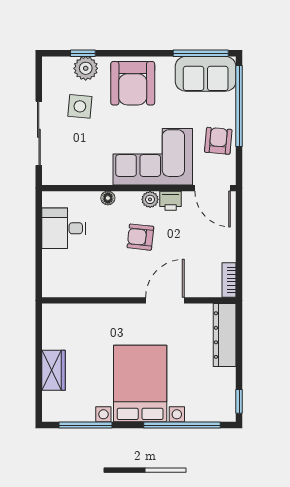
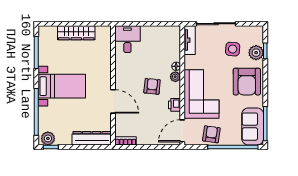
armchair: (133, 83) -> (247, 82), turned -90
armchair: (218, 141) -> (211, 134), turned -87
tv unit: (65, 176) -> (190, 40), added
plant: (150, 199) -> (175, 77), moved
desk: (64, 228) -> (127, 39), moved
wardrobe: (54, 370) -> (76, 33), width x1.50
bed with nightstands: (140, 384) -> (62, 86), width x0.73
plant: (225, 406) -> (48, 138), added

